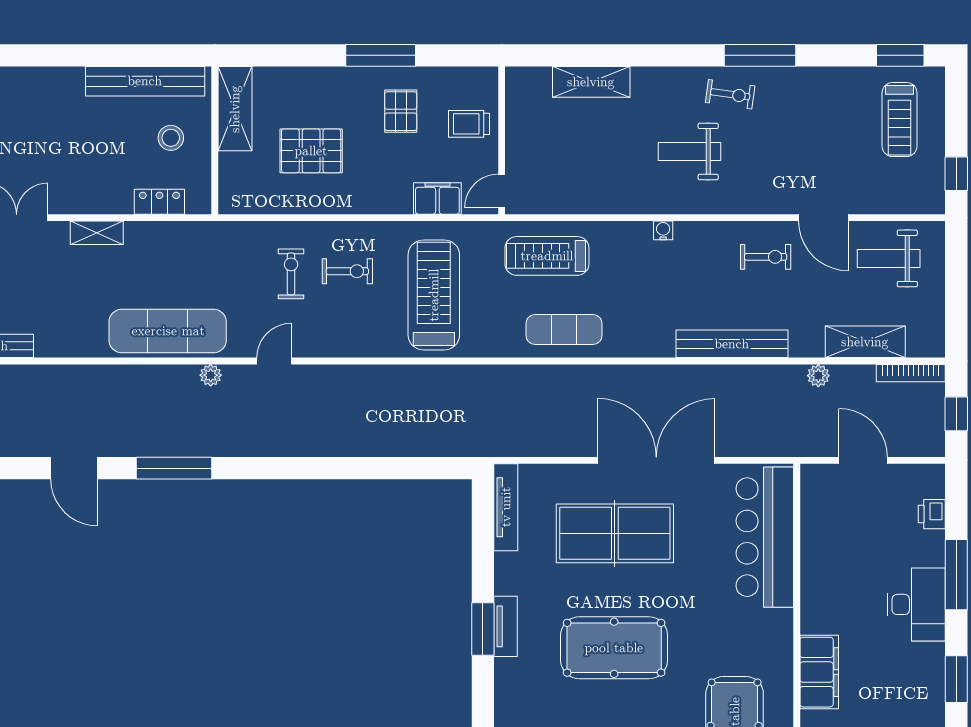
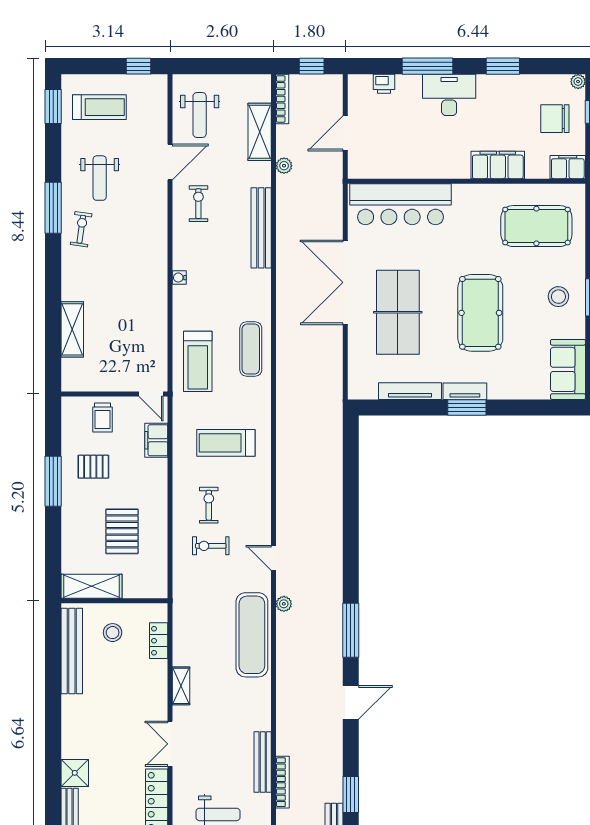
weight bench: (690, 151) -> (100, 178), moved
treadmill: (434, 295) -> (226, 443), width x0.73, depth x0.73
tv unit: (506, 507) -> (410, 391), moved

